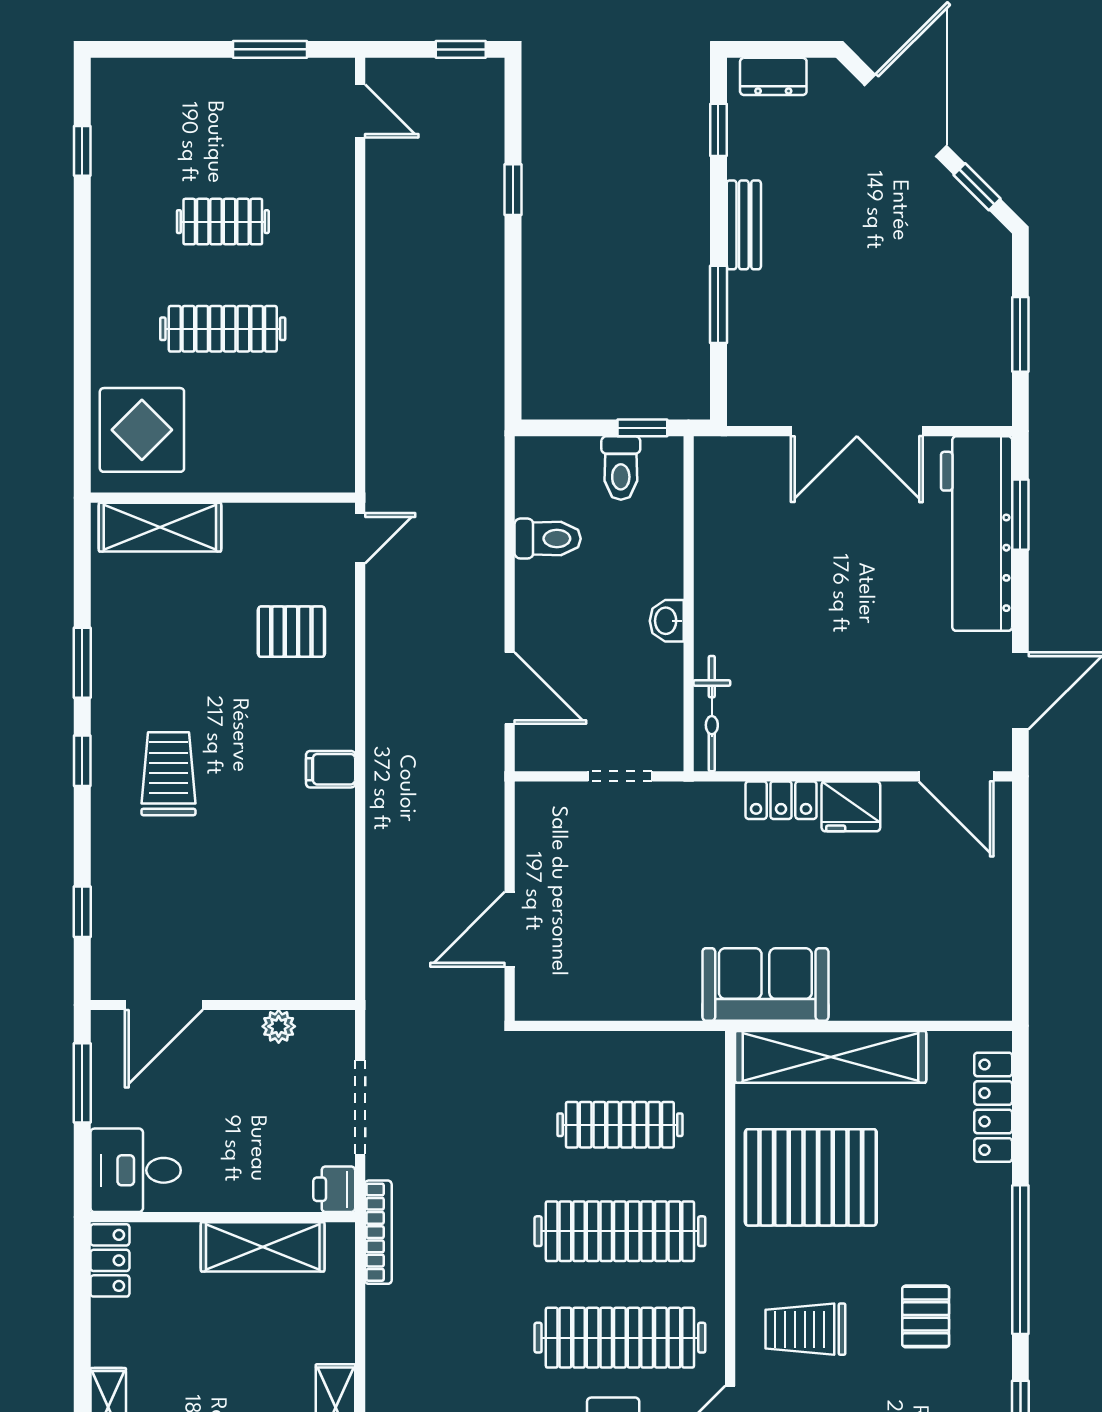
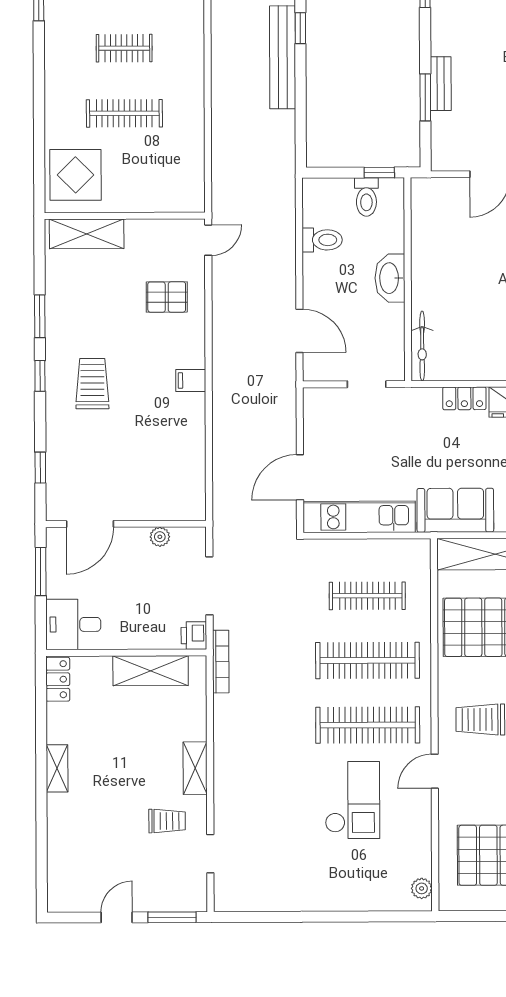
bench: (744, 225) -> (441, 84), moved
bench: (484, 238) -> (283, 57), added
washbasin: (667, 621) -> (390, 278), width x1.91, depth x1.45
kitchen unit: (607, 995) -> (359, 517), added

